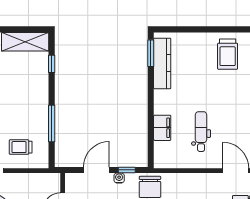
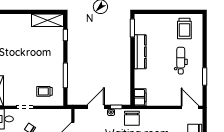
kitchen counter: (162, 63) -> (140, 52), moved
filing cabinet: (162, 128) -> (140, 97), moved
dental chair: (201, 132) -> (181, 61), moved

